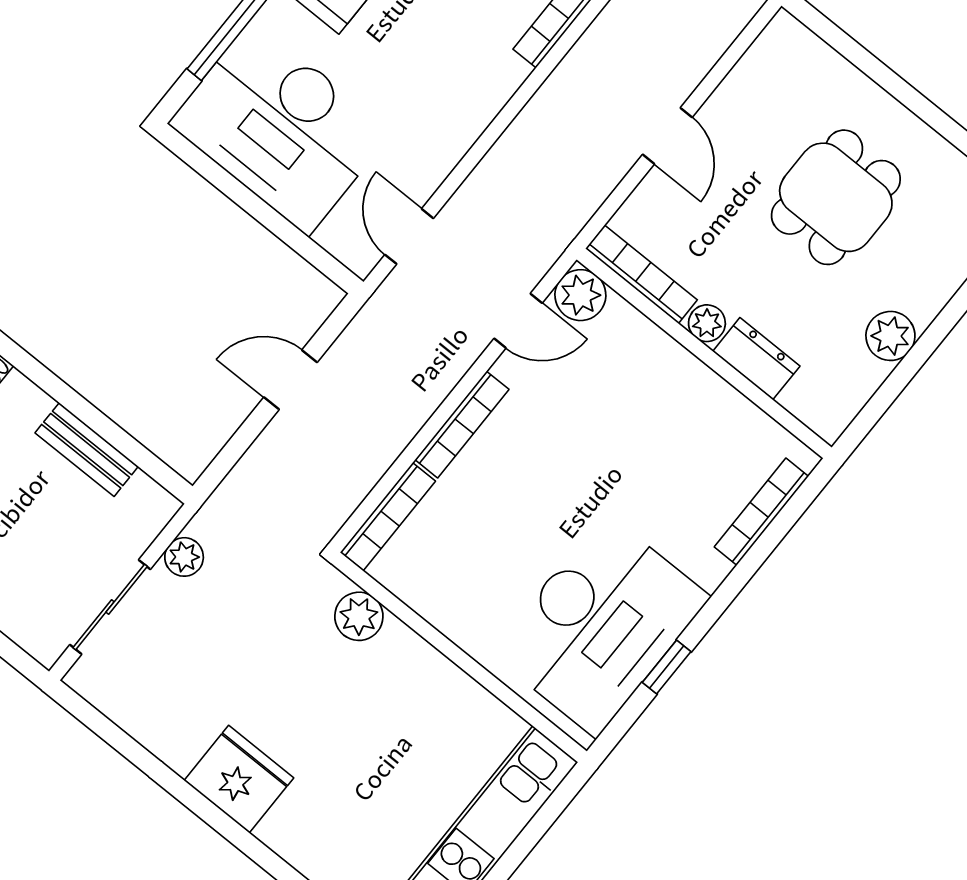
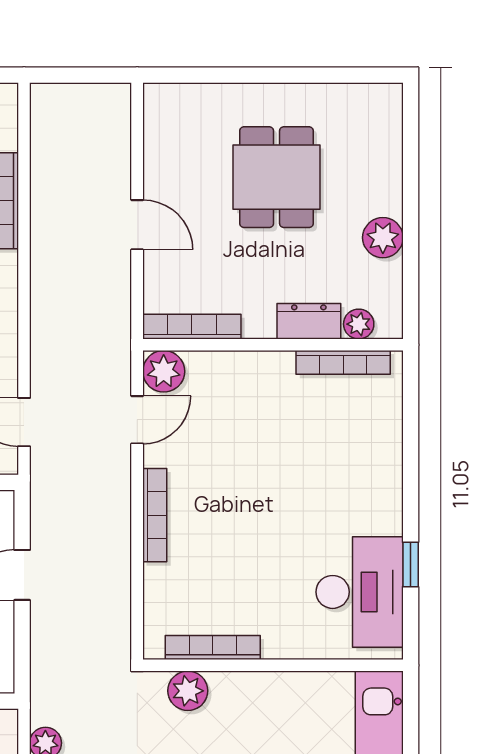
plant: (707, 323) -> (359, 324), moved
bookcase: (761, 512) -> (343, 362), moved, turned -90
bookcase: (388, 517) -> (213, 648), moved, turned -90
desk: (600, 625) -> (360, 592), width x0.73, depth x0.77

